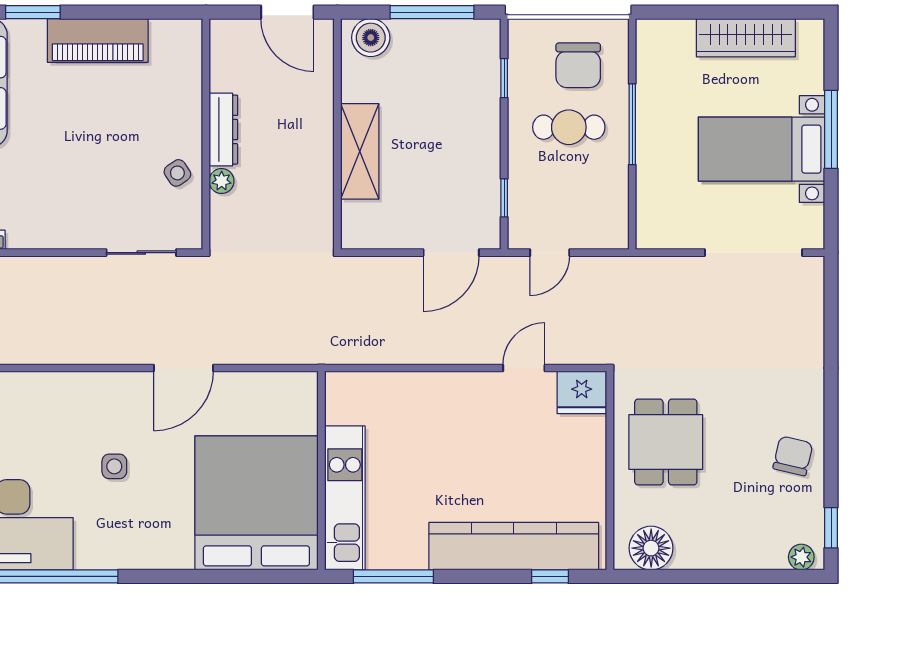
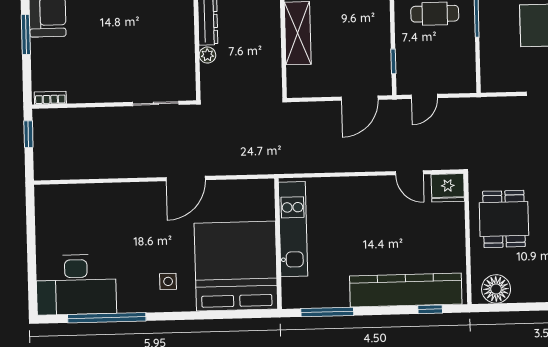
side table: (177, 173) -> (178, 50), removed
door: (524, 368) -> (409, 173), swing flipped
side table: (114, 466) -> (168, 281), moved
kitchen unit: (345, 498) -> (293, 229), moved

